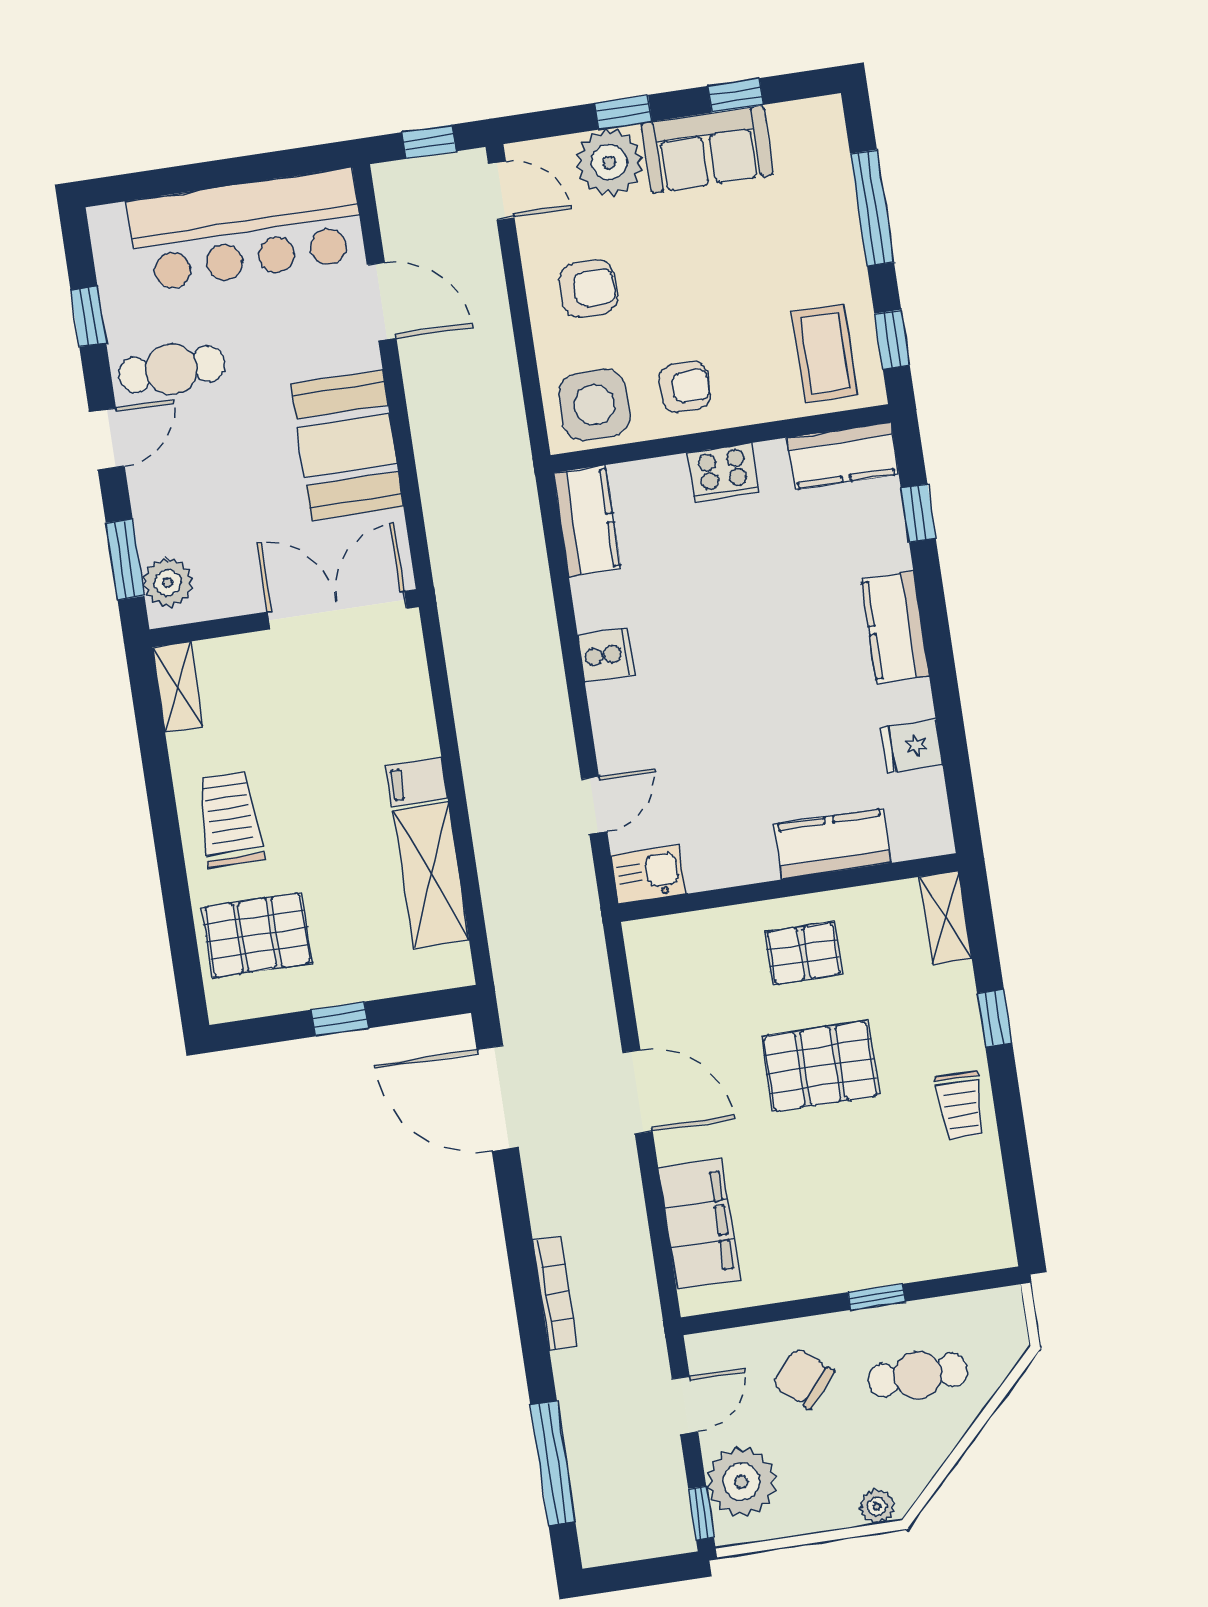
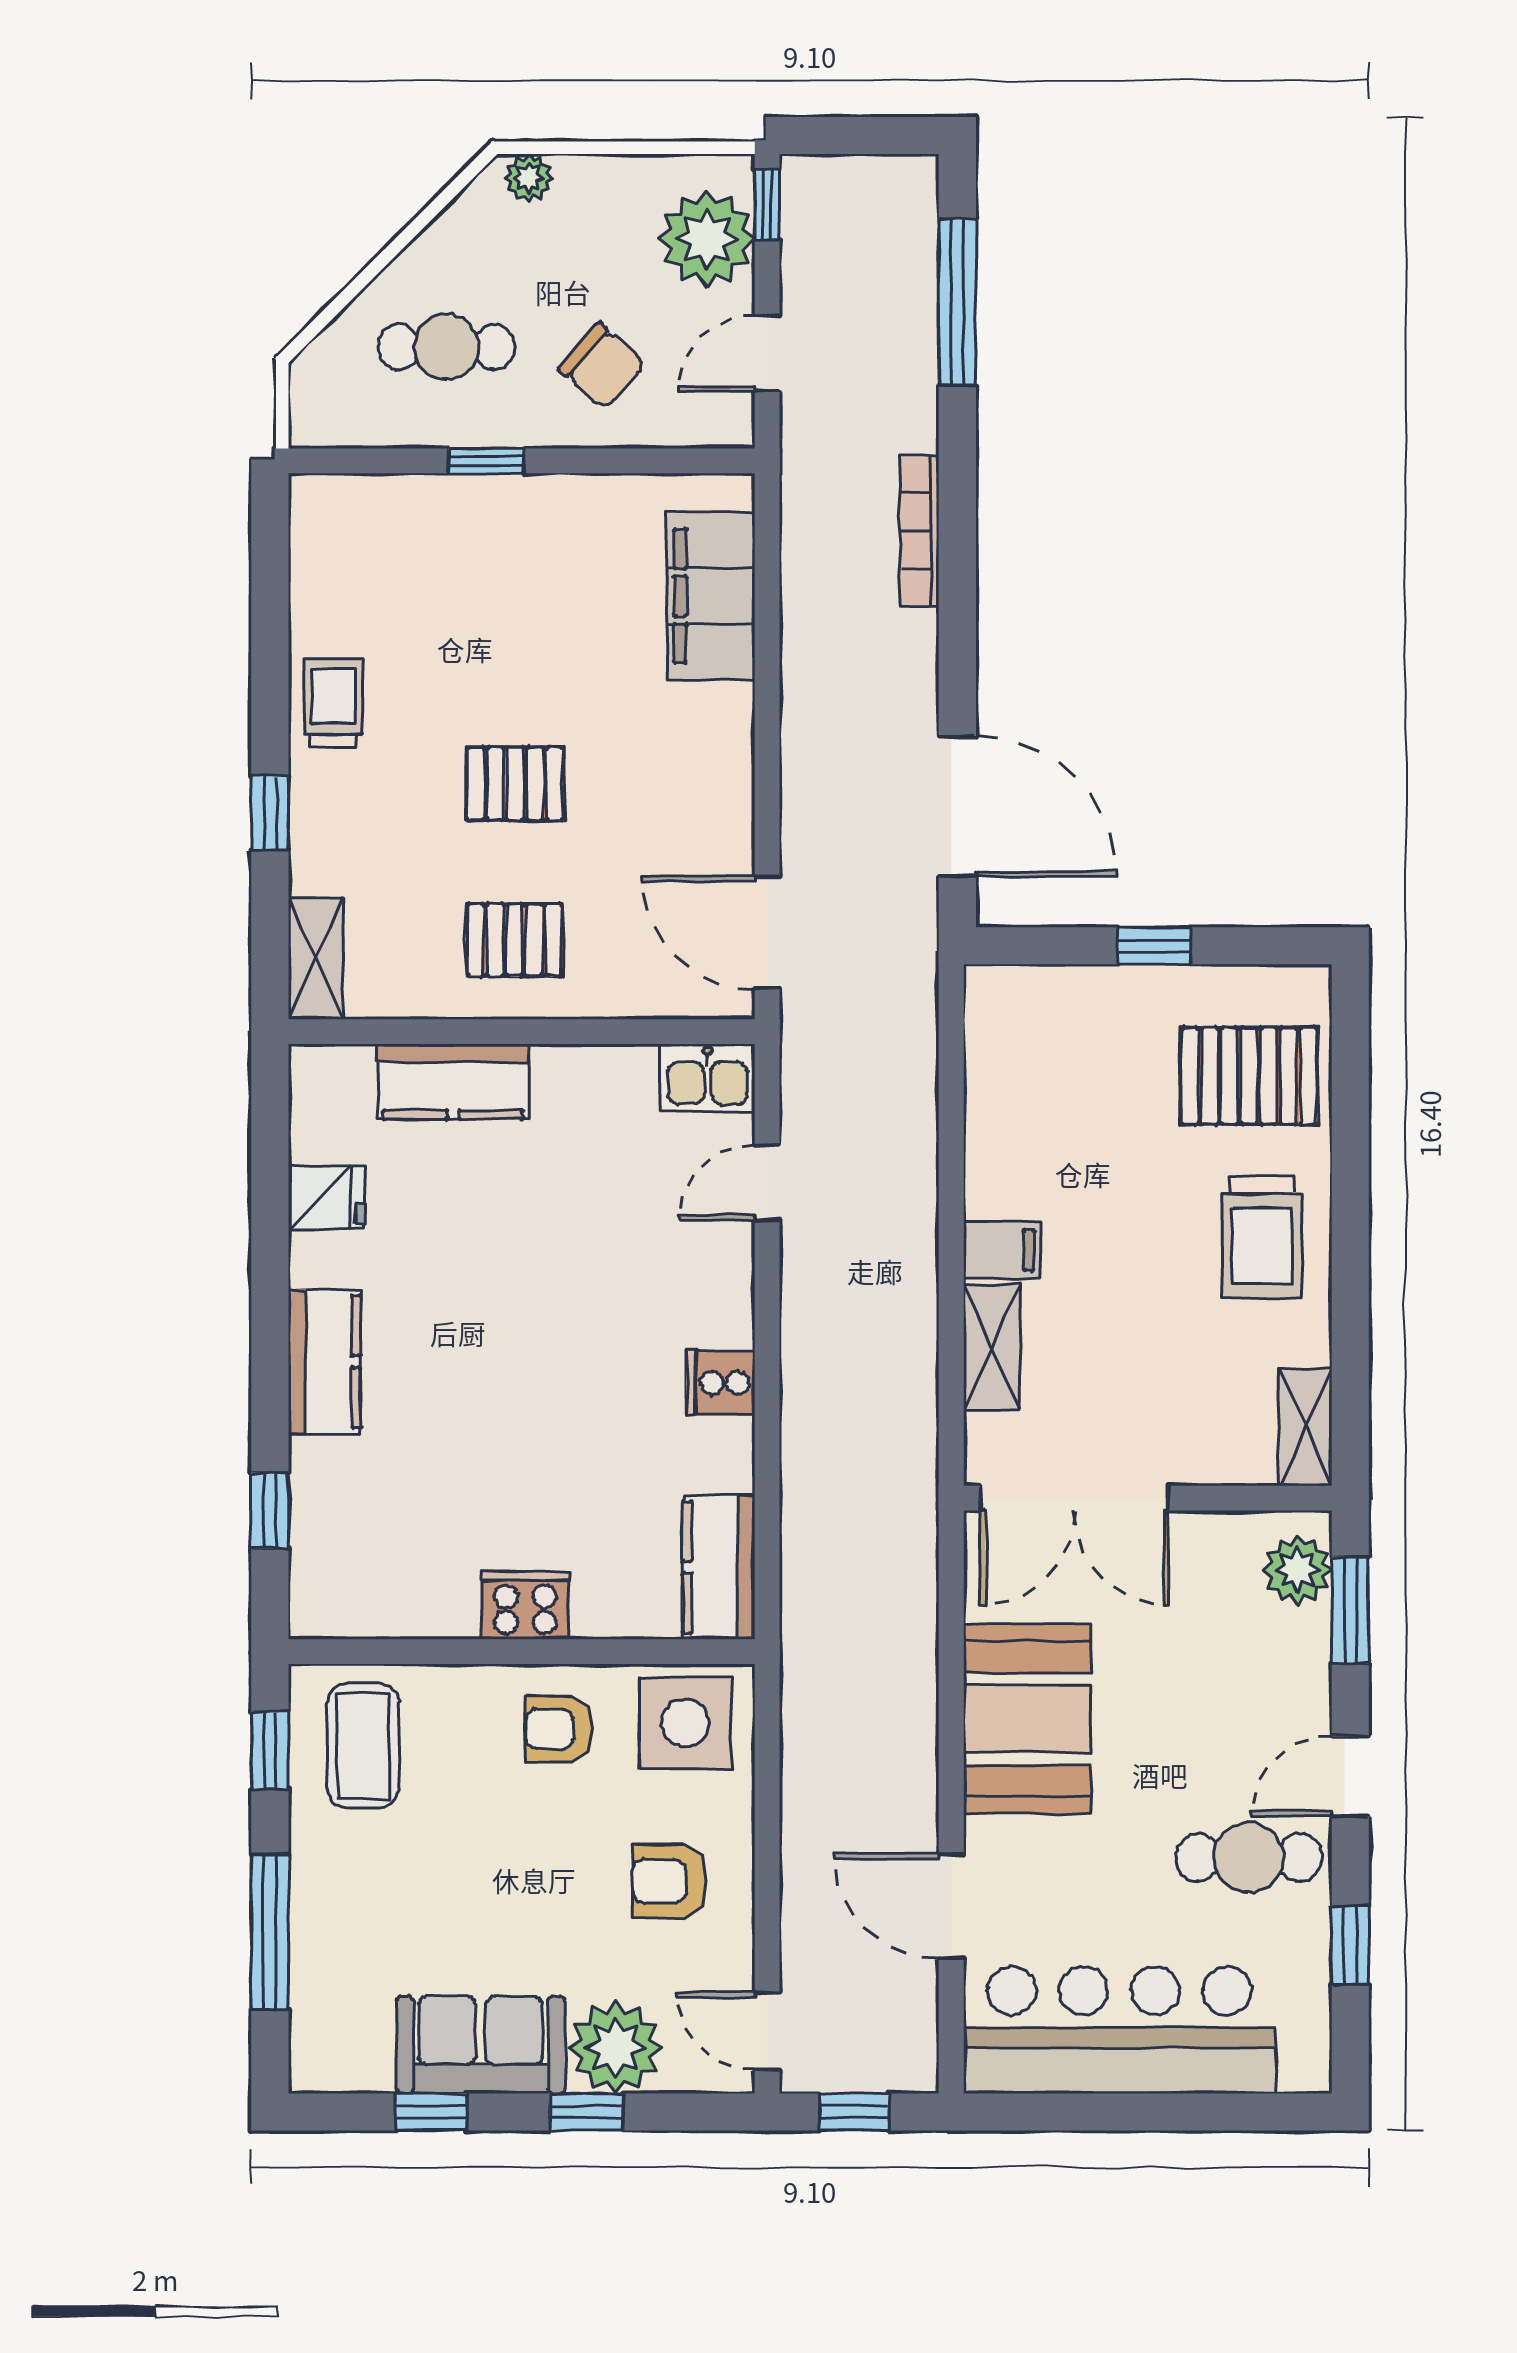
kitchen counter: (843, 456) -> (360, 1603), removed
shelving: (431, 875) -> (992, 1347), moved, width x0.67, depth x0.75
pallet: (820, 1066) -> (515, 784), width x0.67, depth x0.71
door: (638, 1092) -> (767, 932), moved

